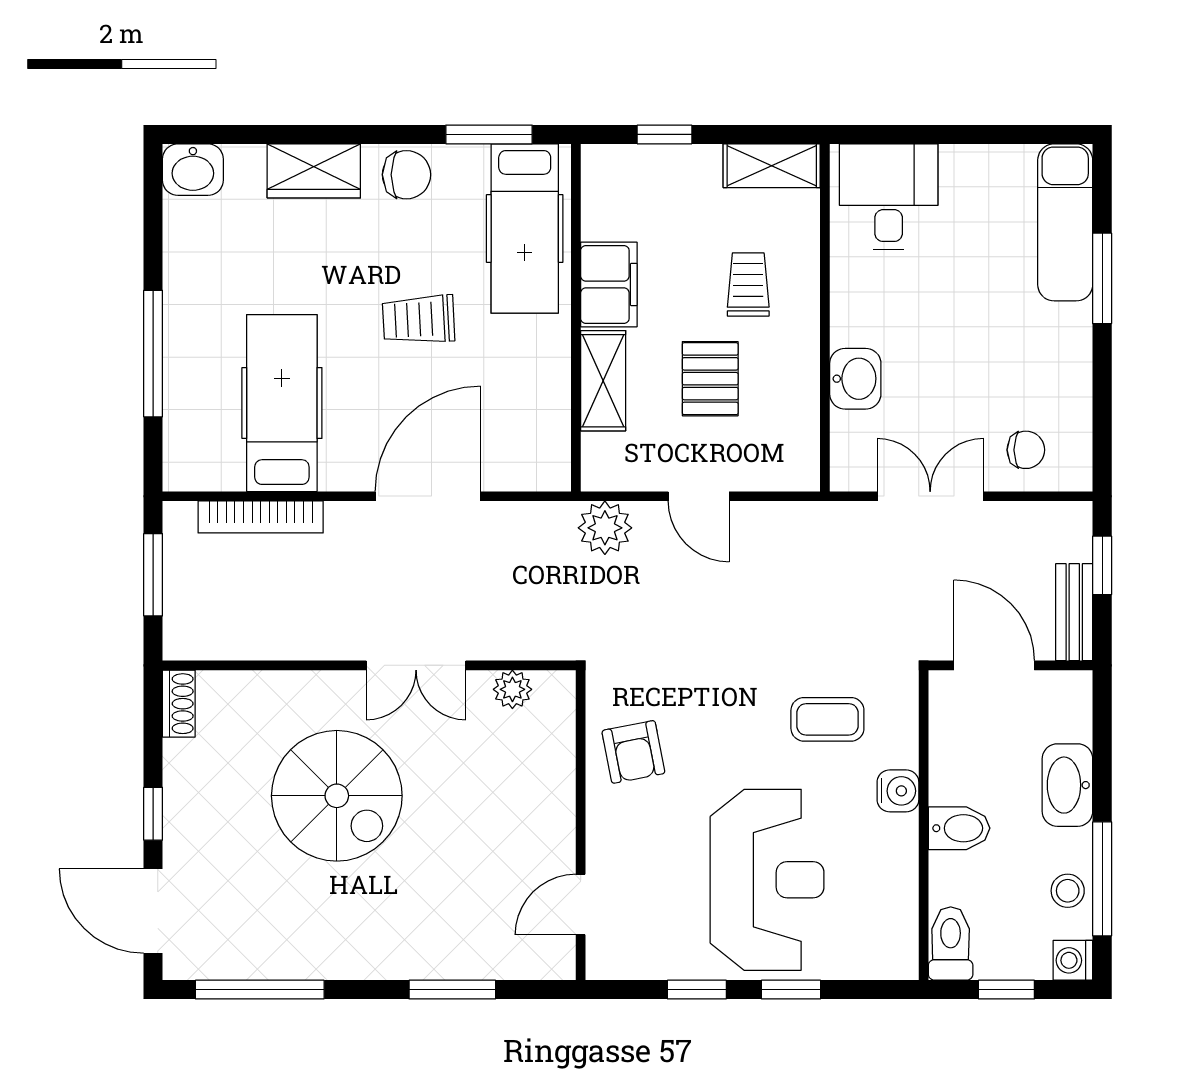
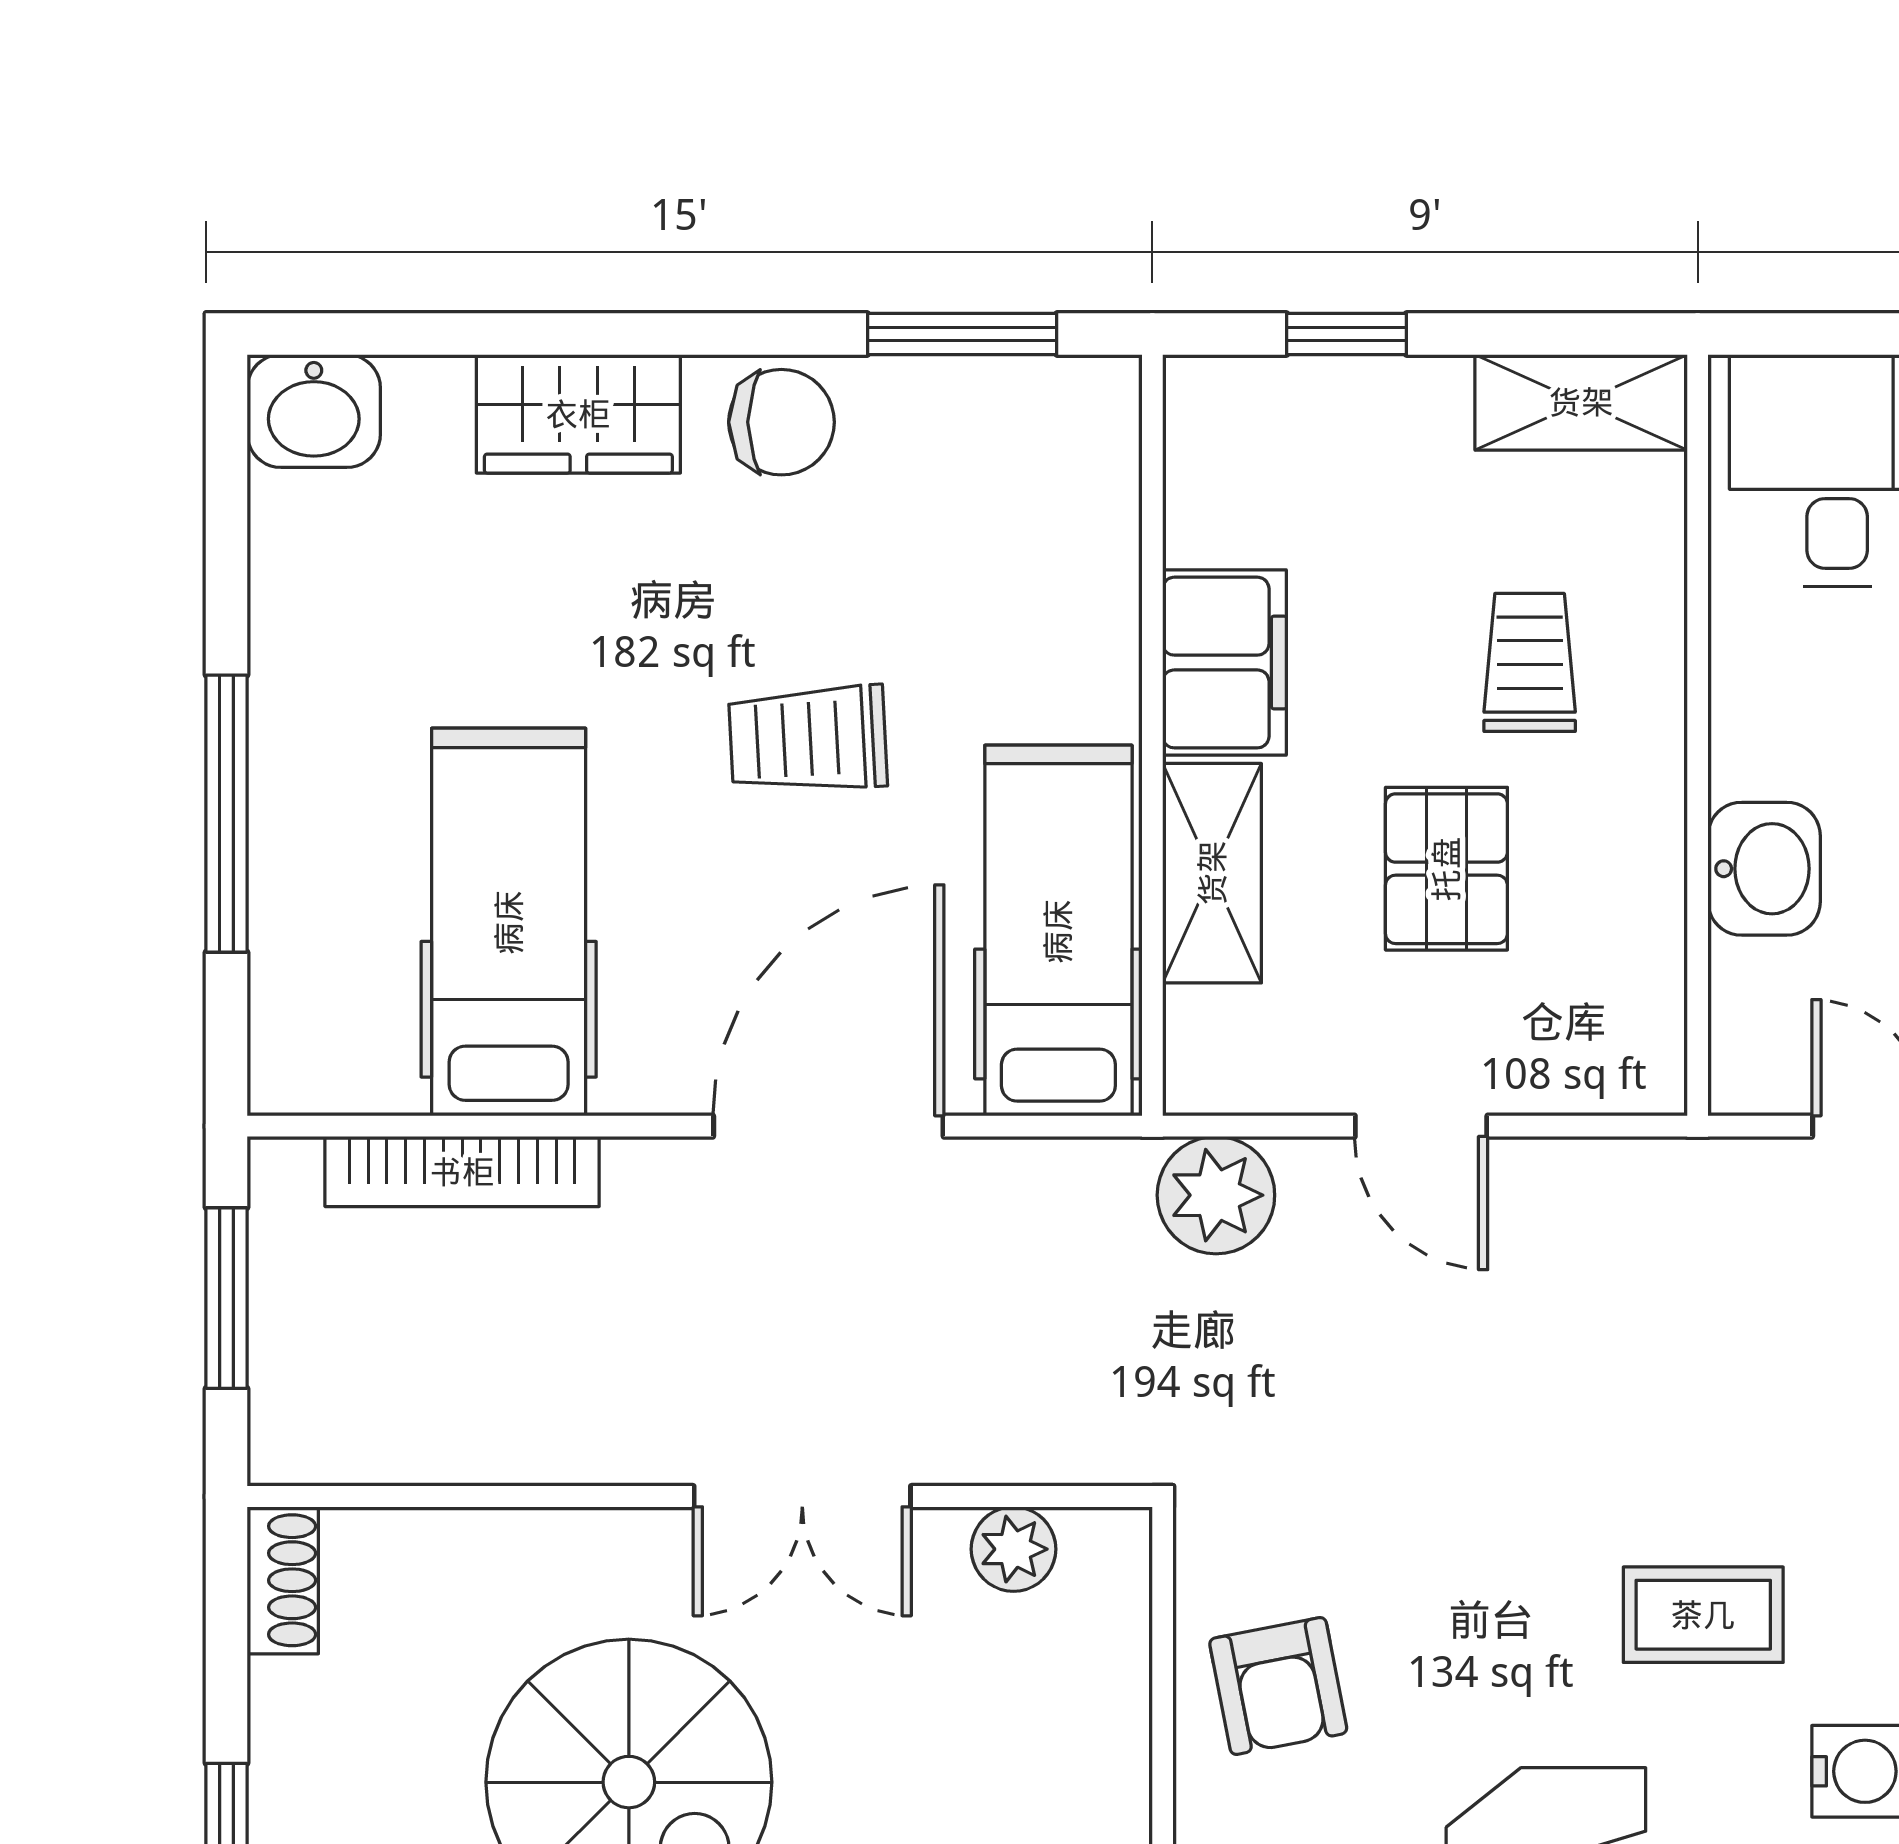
hospital bed: (525, 229) -> (1058, 931), moved, turned 180

